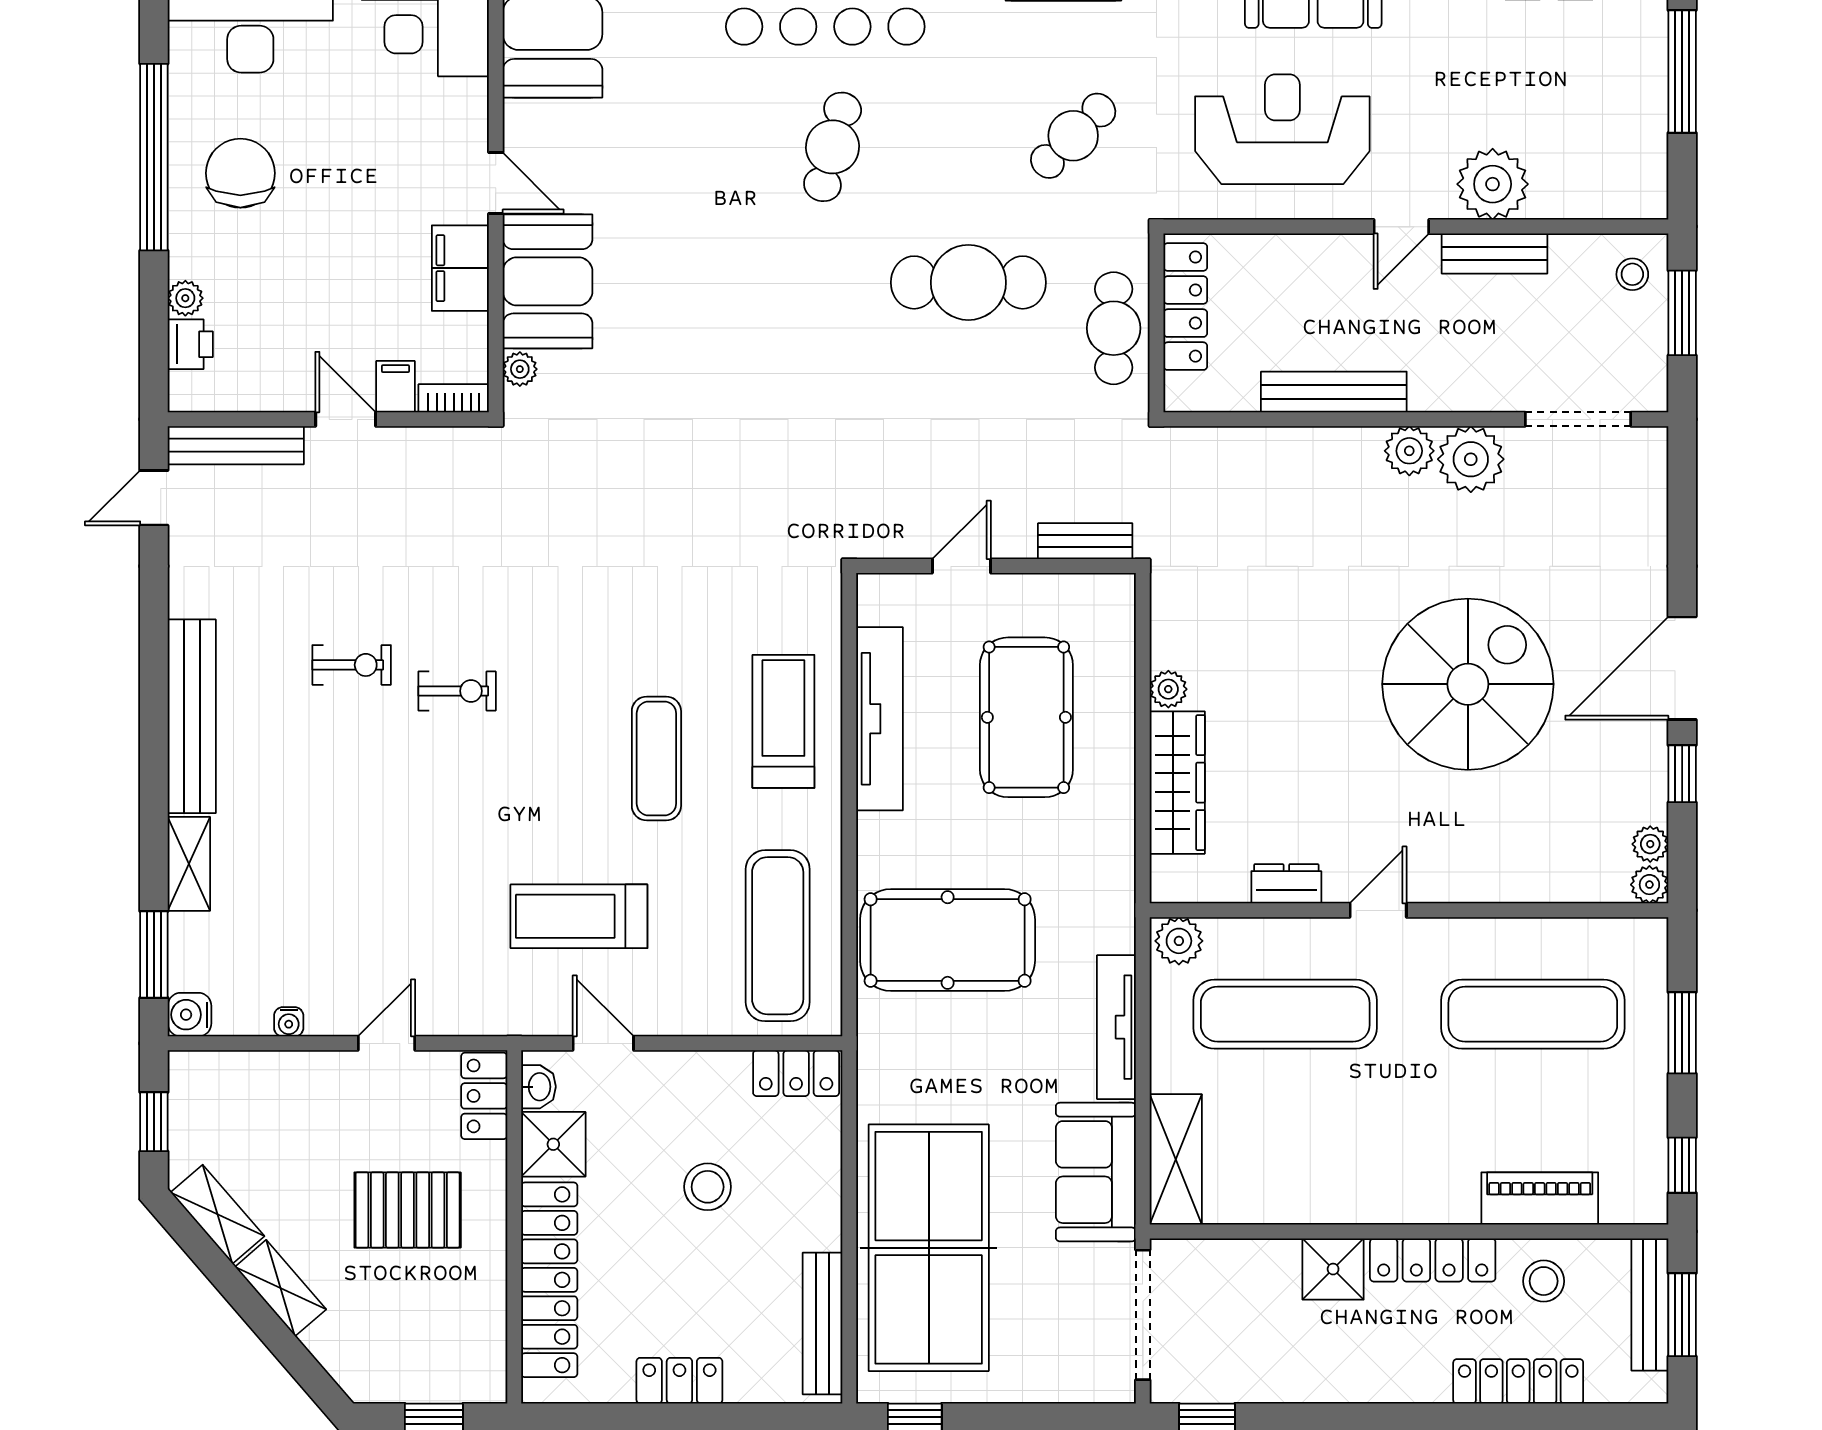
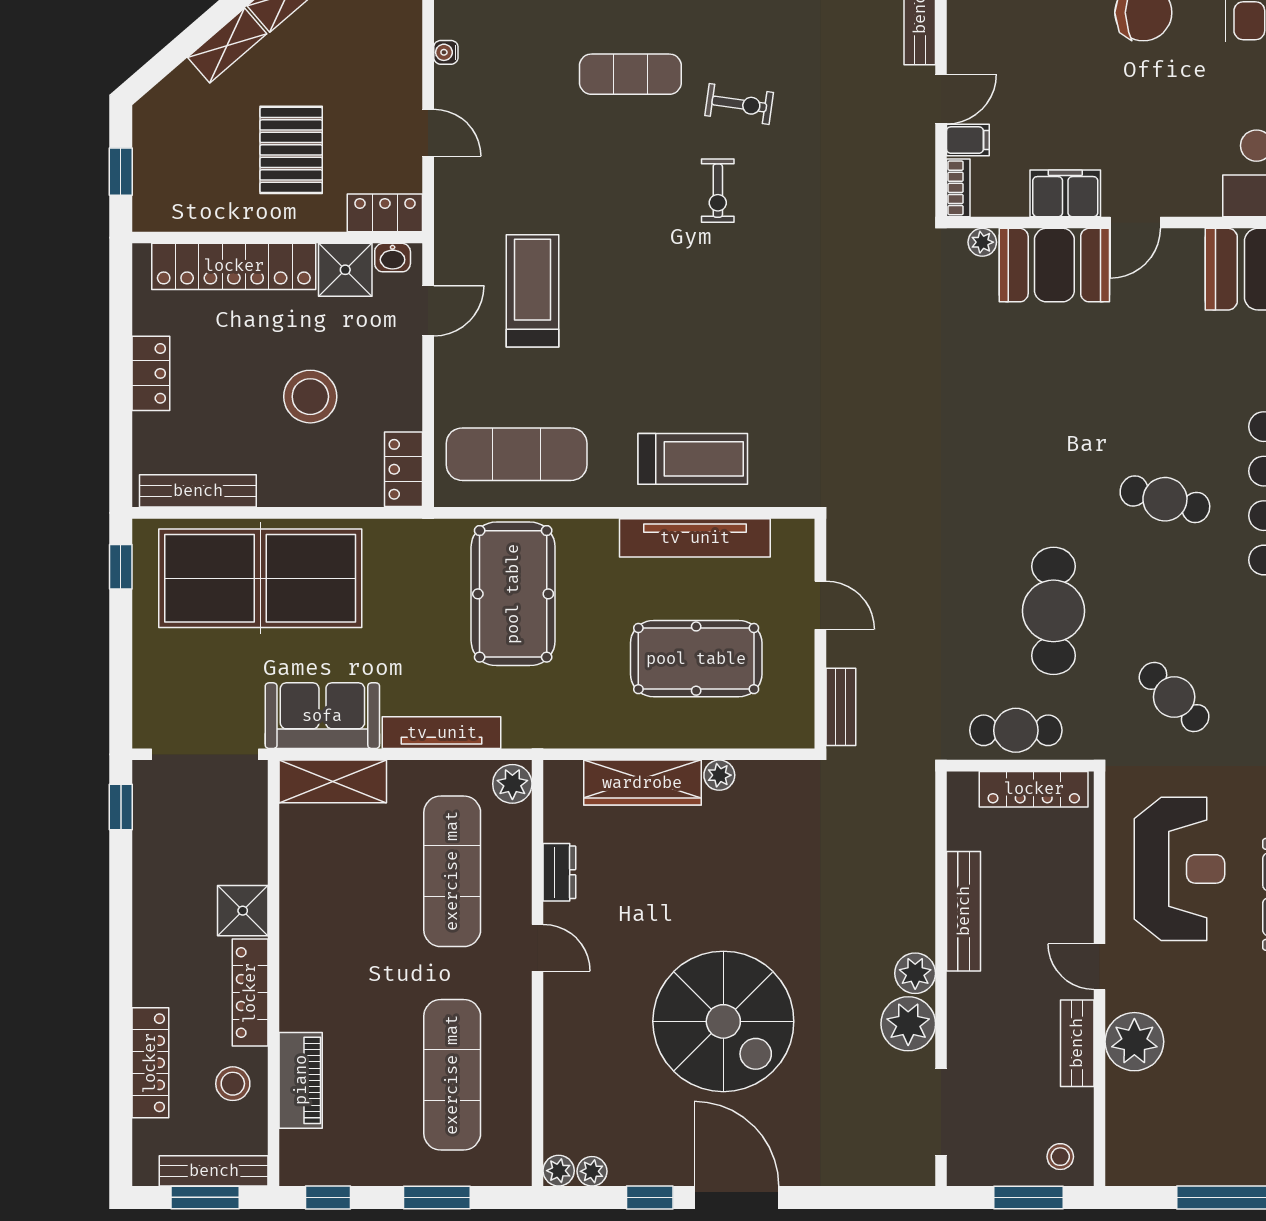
exercise bike: (352, 665) -> (739, 104), turned -82
exercise mat: (656, 759) -> (630, 74), moved
stool: (708, 1187) -> (310, 397), width x1.38, depth x1.38

